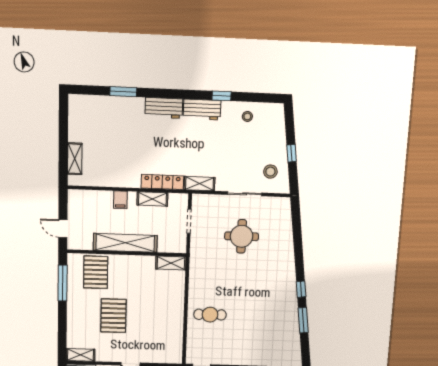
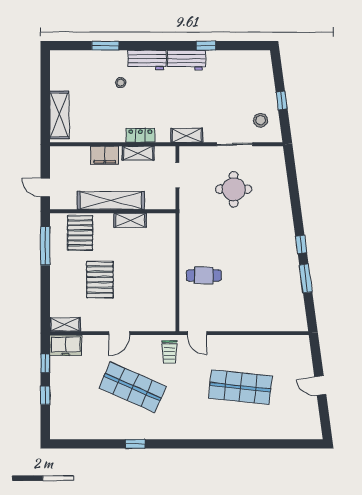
stool: (247, 116) -> (121, 83), moved
shelving: (75, 159) -> (59, 115), width x1.50, depth x1.33
locker: (162, 182) -> (140, 135), width x0.66
filing cabinet: (120, 200) -> (105, 155), width x2.00
shelving: (171, 263) -> (130, 220), moved

